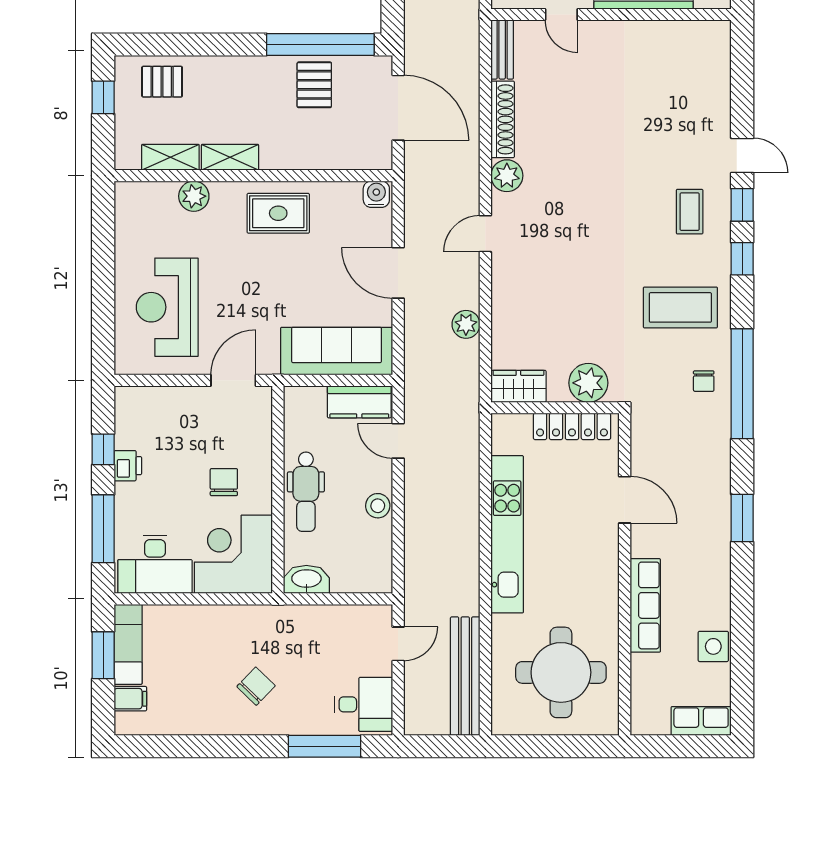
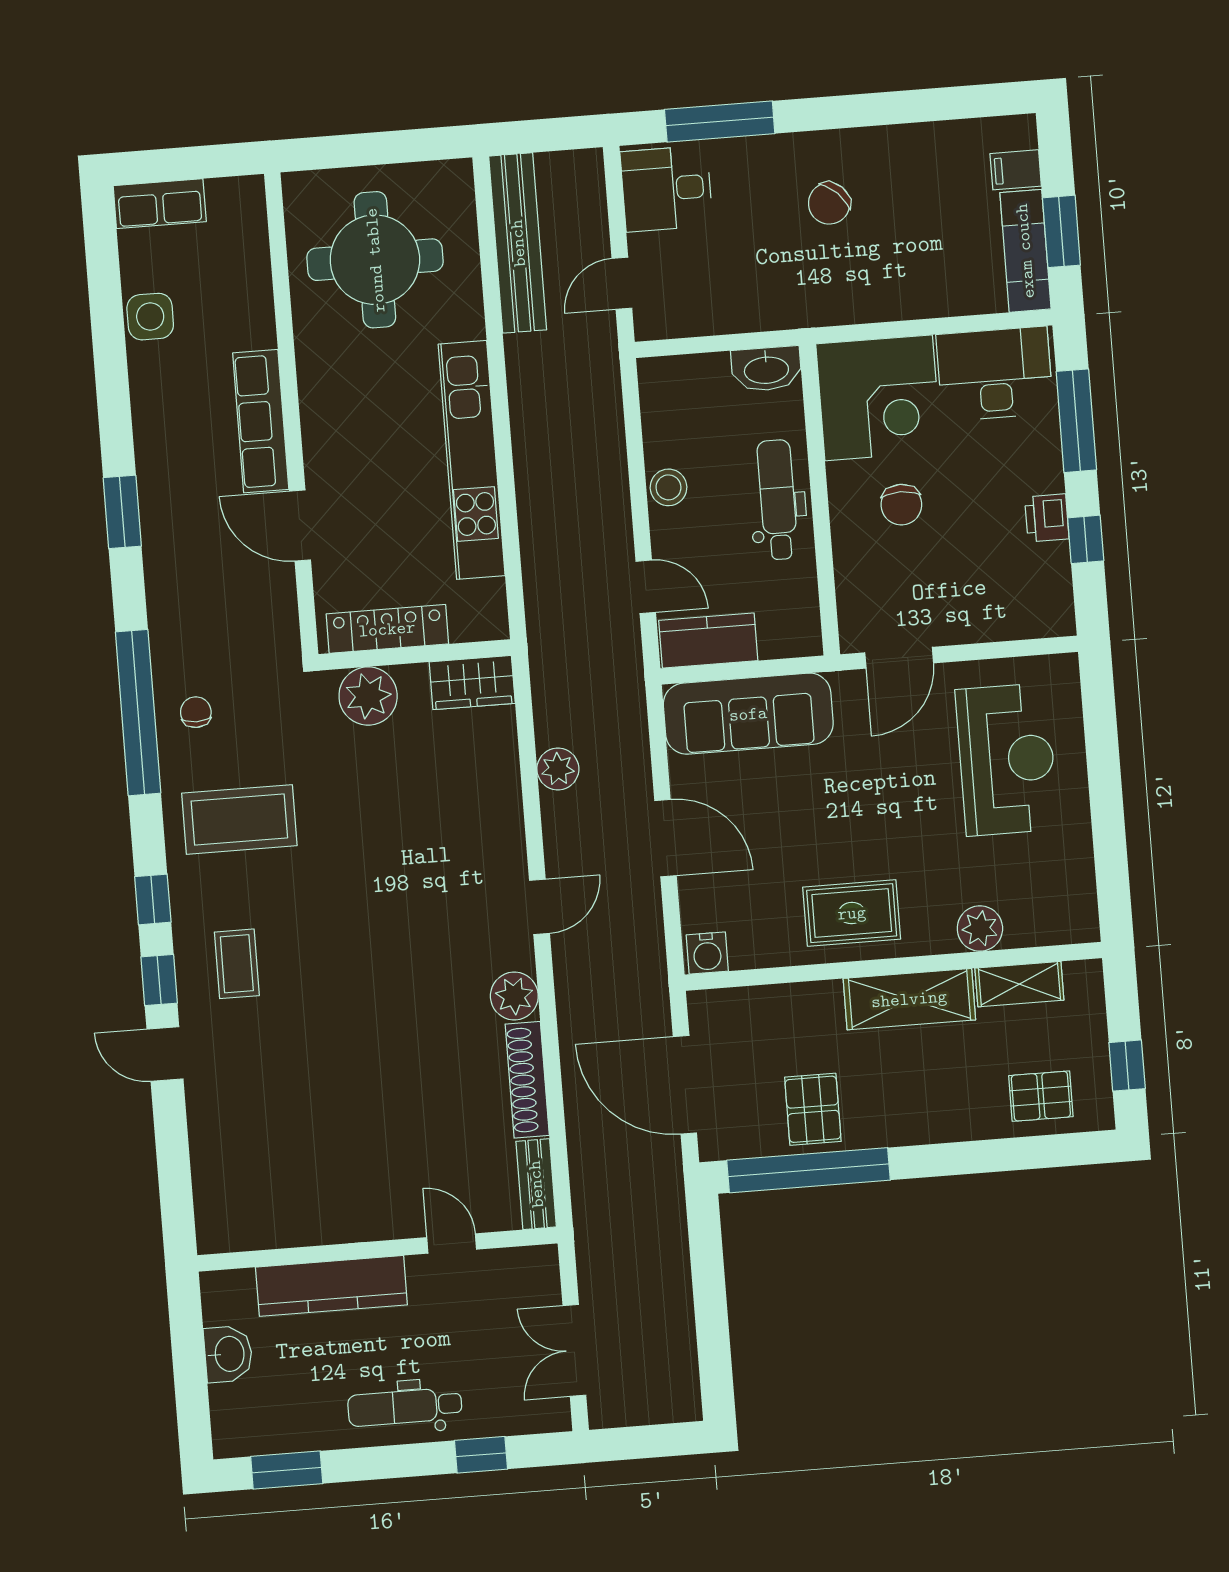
shelving: (230, 157) -> (909, 999), width x1.50, depth x1.33
row of seats: (645, 605) -> (261, 421), moved

